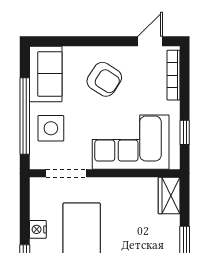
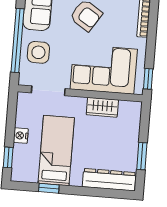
window: (185, 132) -> (148, 79), moved
wardrobe: (169, 195) -> (102, 107), moved, turned -90

